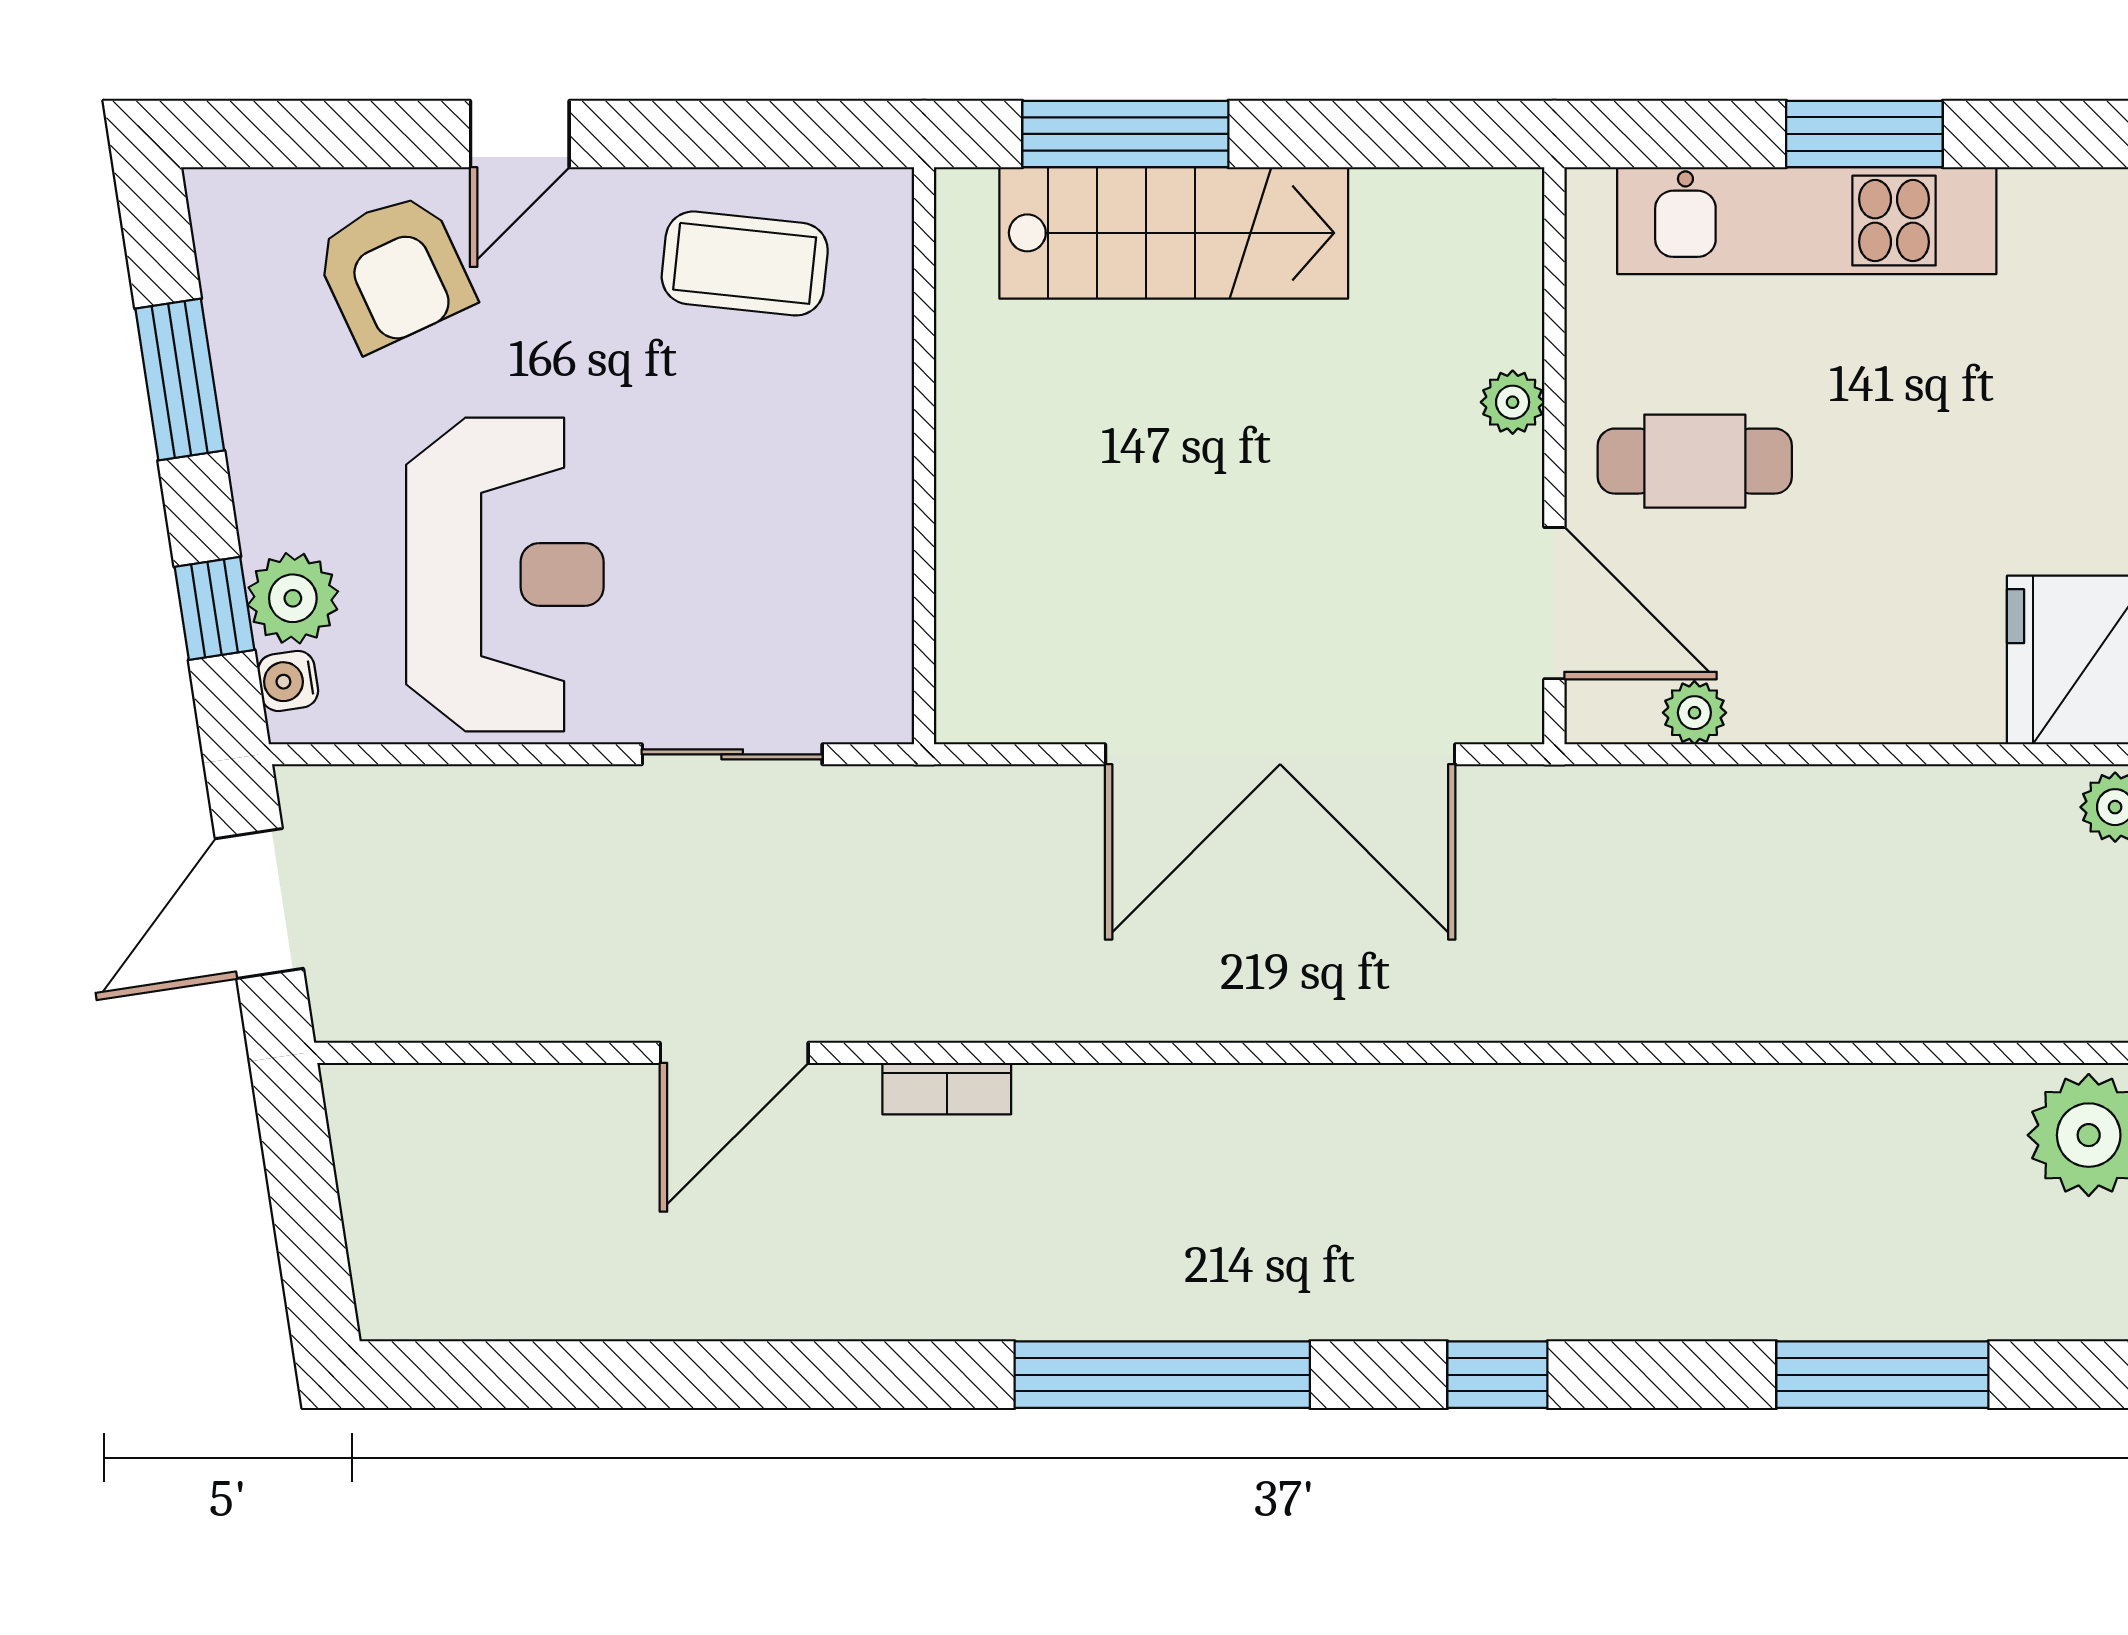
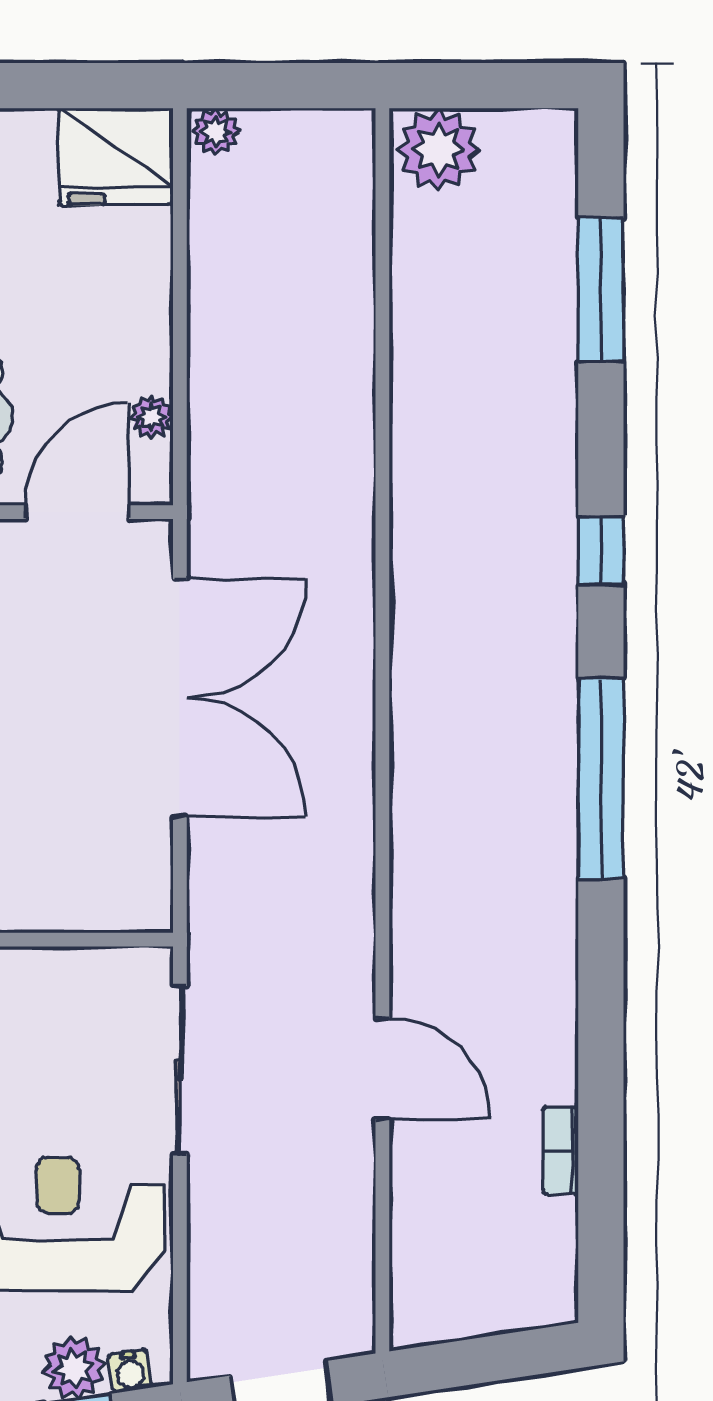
sliding door: (732, 754) -> (180, 1070), width x1.37
bookcase: (947, 1089) -> (561, 1150), moved, turned 180

